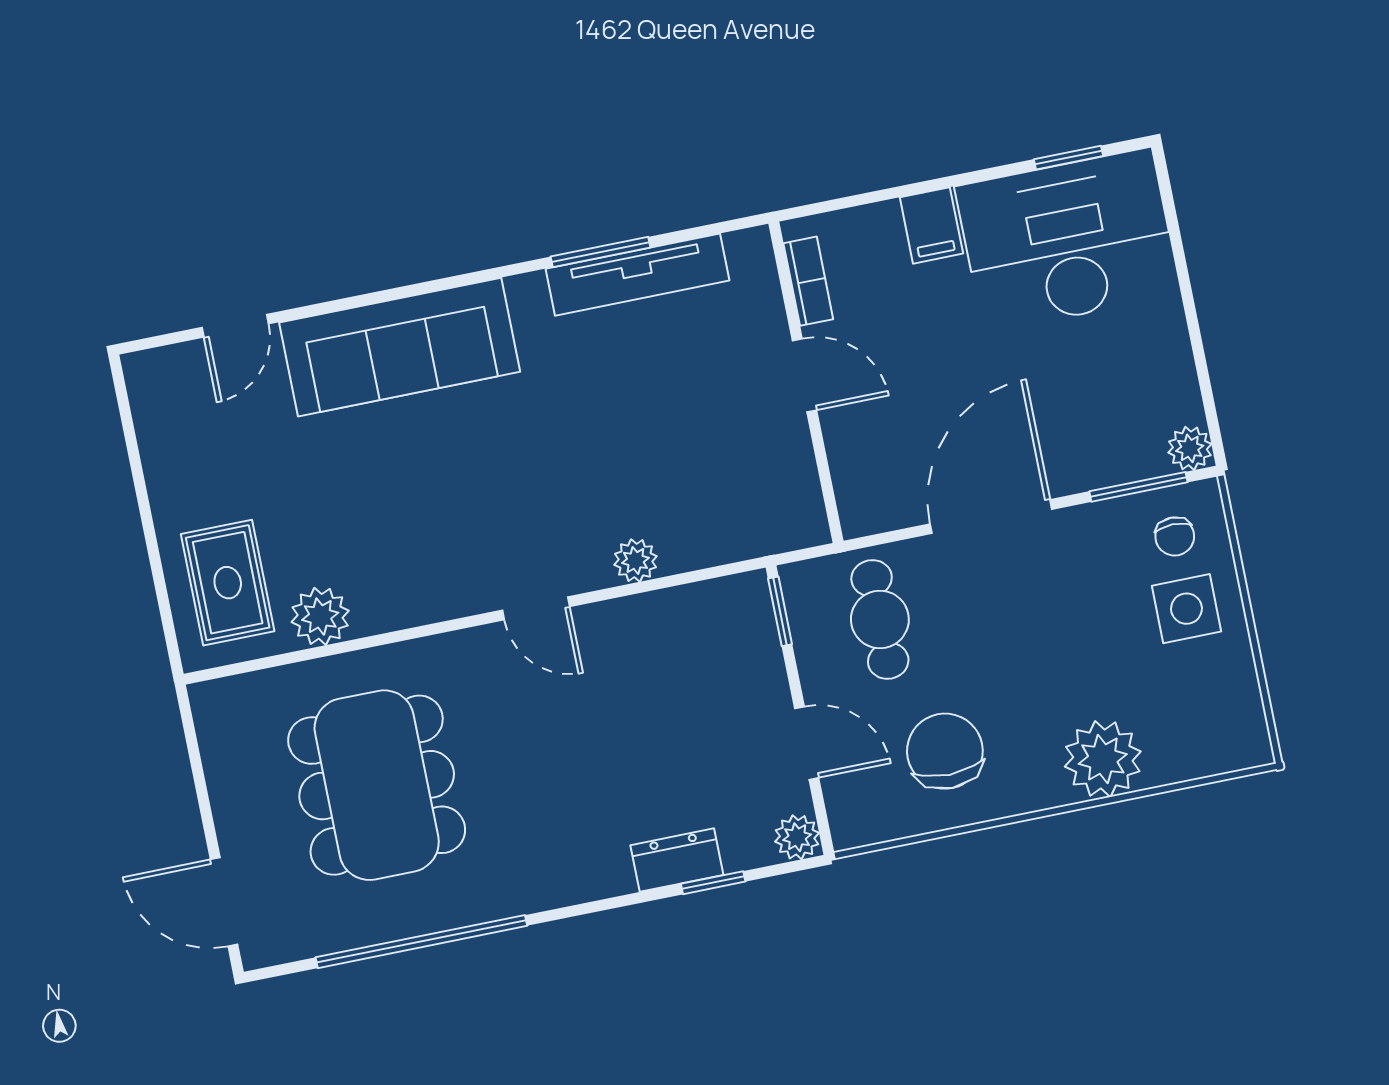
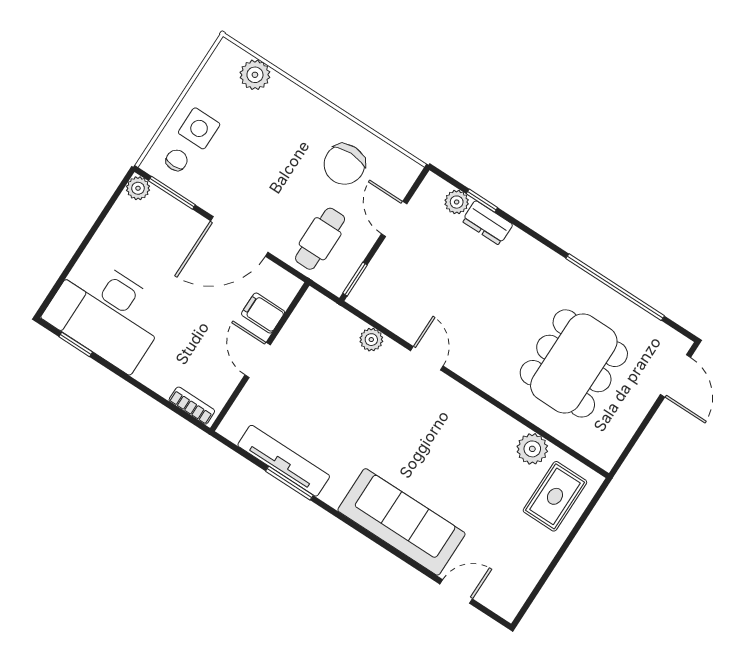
filing cabinet: (931, 225) -> (263, 313), moved, turned -90
bookcase: (808, 281) -> (192, 406), moved, turned 90
plant: (635, 560) -> (371, 340), moved
door: (536, 608) -> (427, 358), moved
plant: (1103, 759) -> (255, 75), moved, width x0.73, depth x0.73
plant: (797, 837) -> (457, 202), moved

